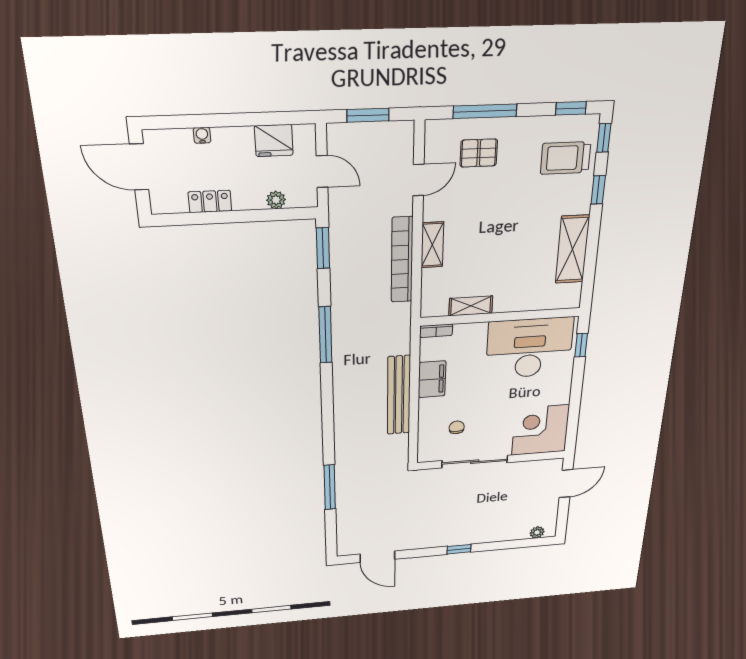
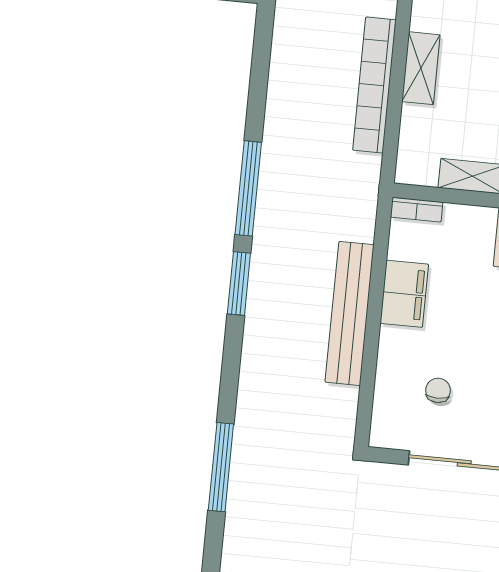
window: (323, 248) -> (239, 283), moved

